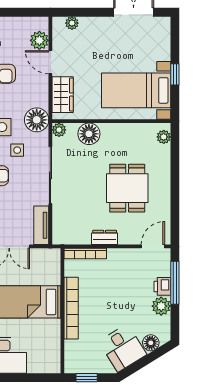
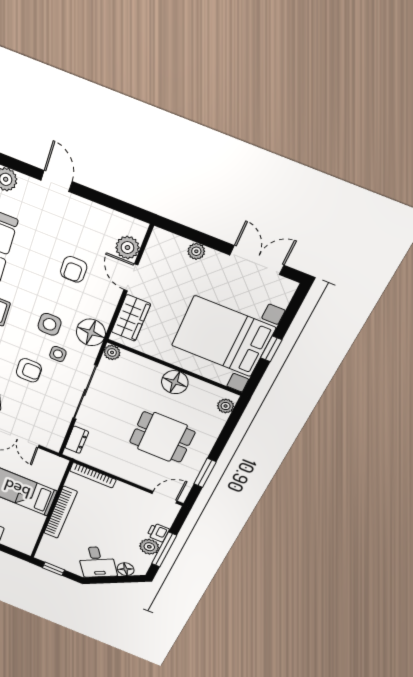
plant: (72, 23) -> (196, 251), moved
bed with nightstands: (136, 90) -> (223, 337), width x1.36
floor lamp: (89, 134) -> (175, 382), moved
dining table: (127, 188) -> (162, 437), turned 90
window: (175, 206) -> (205, 473), added
tv unit: (41, 225) -> (58, 433), removed
dresser: (105, 237) -> (77, 440), moved, turned 90
window: (175, 283) -> (164, 550), moved

